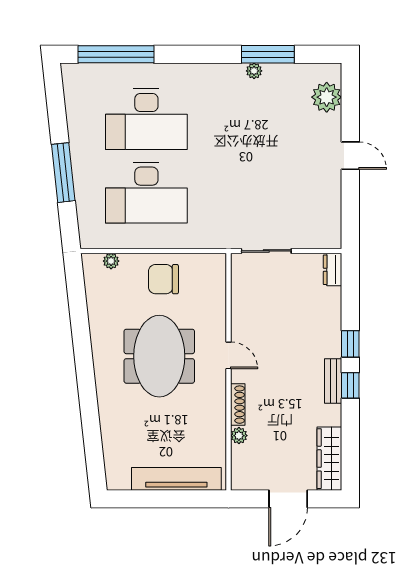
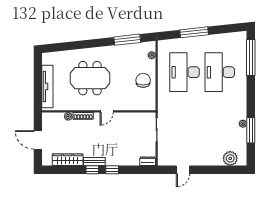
door: (350, 156) -> (183, 170), moved
window: (79, 312) -> (127, 40), added
meeting table: (159, 356) -> (90, 78), moved
wardrobe: (329, 459) -> (68, 160), moved

